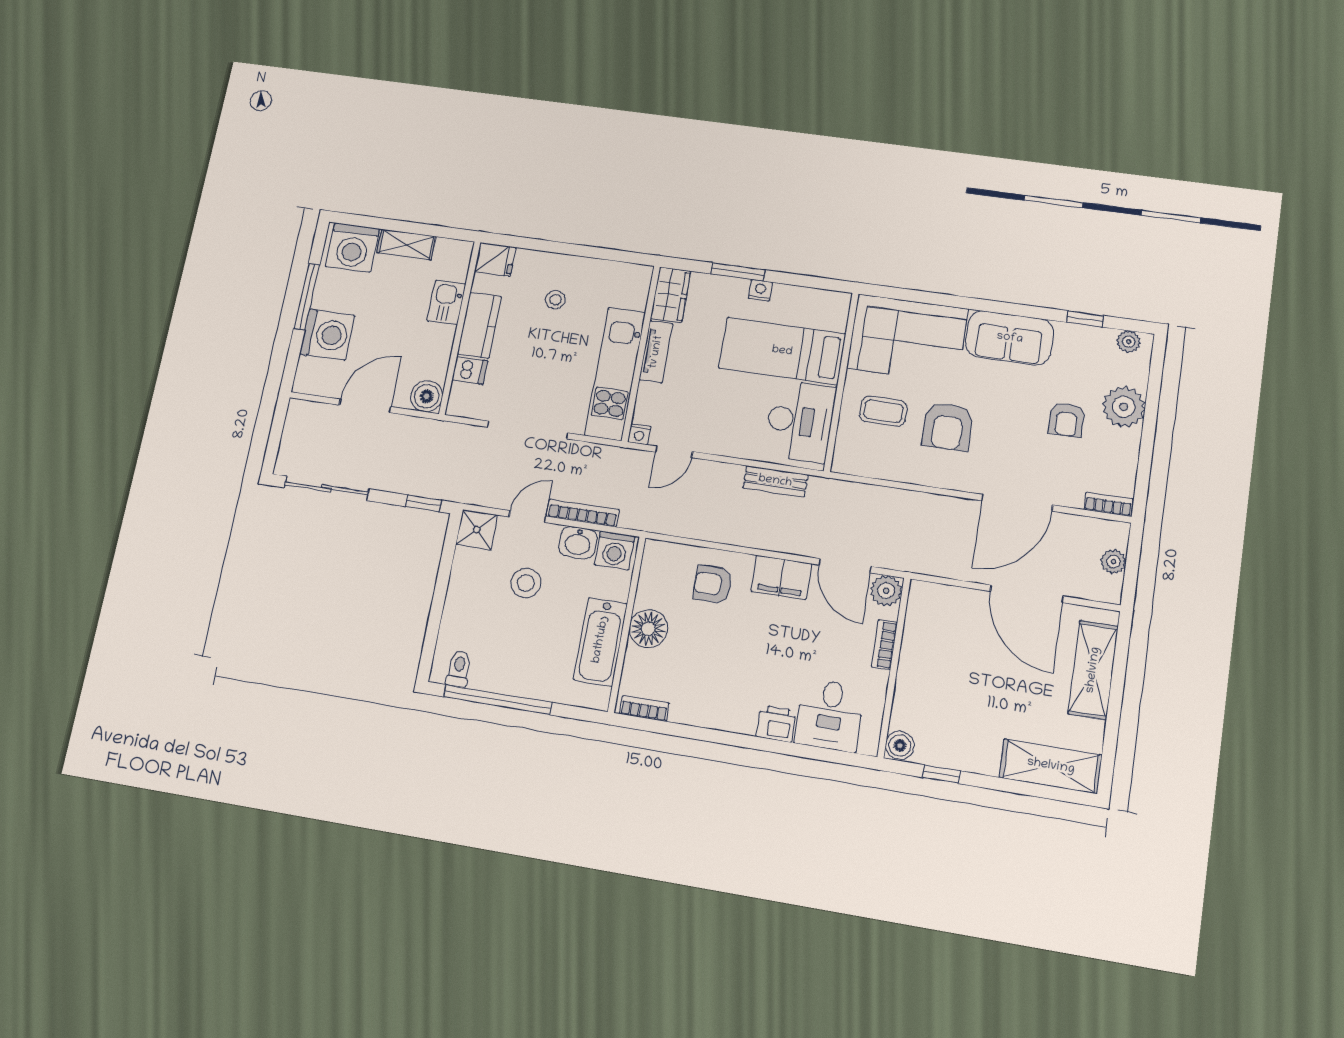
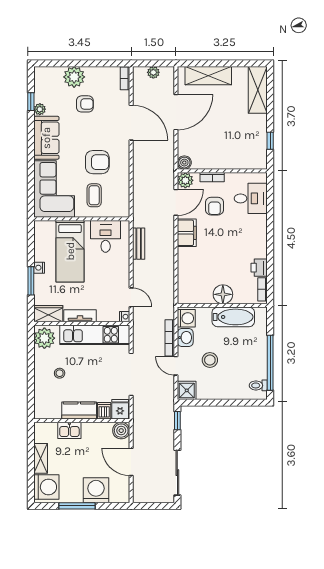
fridge: (495, 259) -> (120, 409), moved
plant: (626, 281) -> (44, 338), added
plant: (1129, 342) -> (40, 109), moved
desk: (800, 421) -> (106, 236), width x0.73
armchair: (713, 584) -> (214, 206), moved
printer: (776, 724) -> (259, 268), moved
boiler: (900, 745) -> (184, 163), moved

